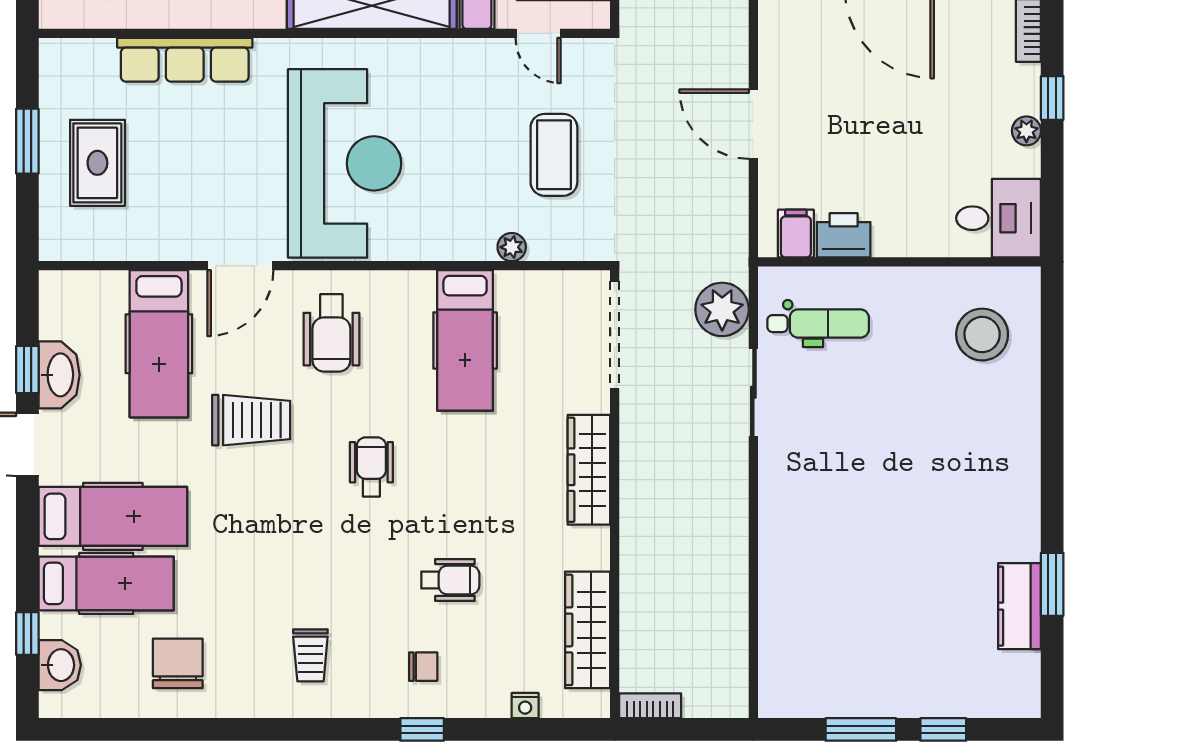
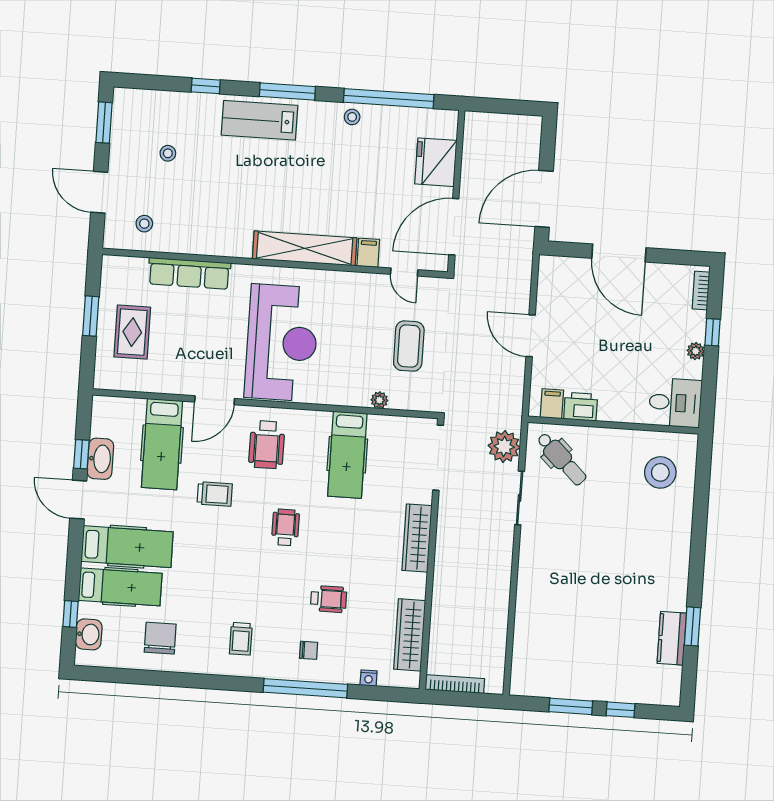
dental chair: (818, 324) -> (562, 459), turned 44
trolley: (251, 420) -> (215, 494), width x0.73, depth x0.72
bookcase: (650, 706) -> (455, 684), width x1.56
window: (422, 729) -> (305, 688), width x3.17

